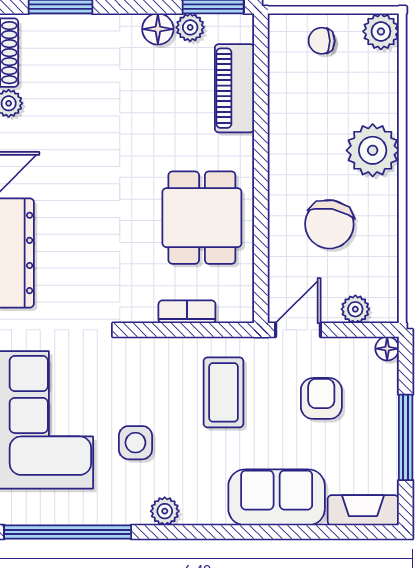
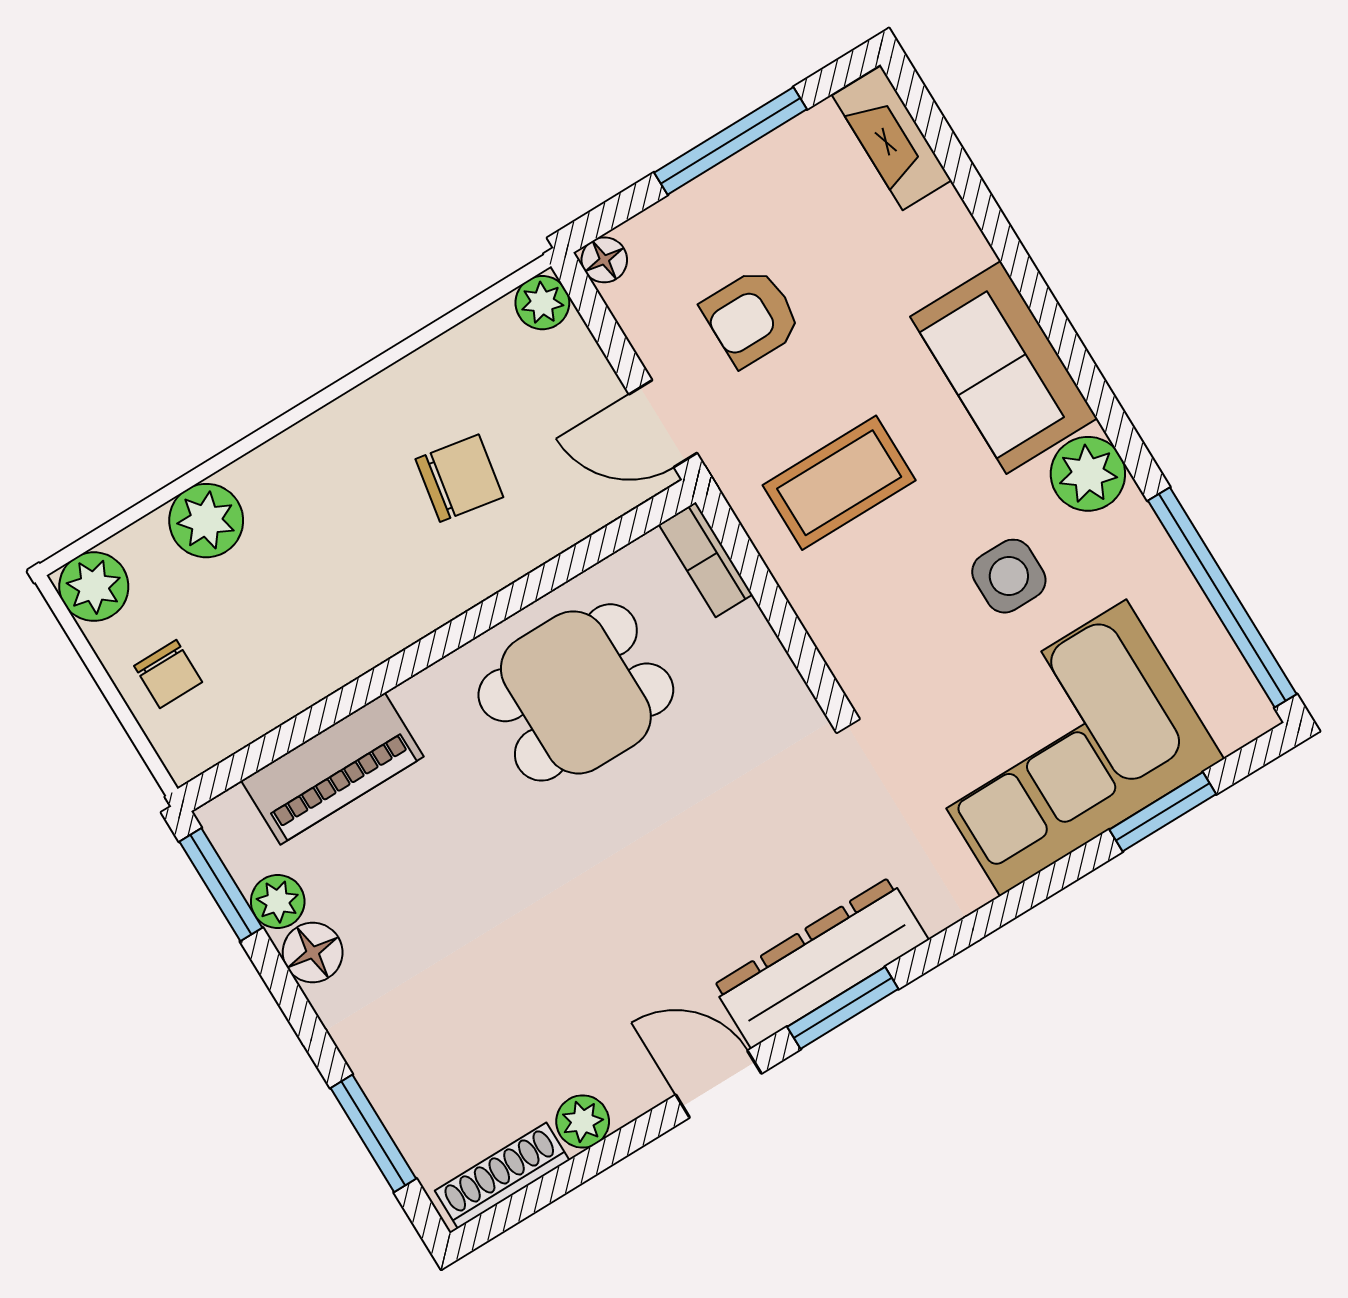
plant: (373, 150) -> (206, 521), moved, width x0.73, depth x0.73
chair: (329, 224) -> (459, 478), width x0.73, depth x0.73
plant: (355, 309) -> (542, 303), moved
bookcase: (187, 312) -> (706, 560), moved
sofa: (277, 497) -> (1004, 368), moved
plant: (165, 511) -> (1088, 474), width x1.38, depth x1.38

